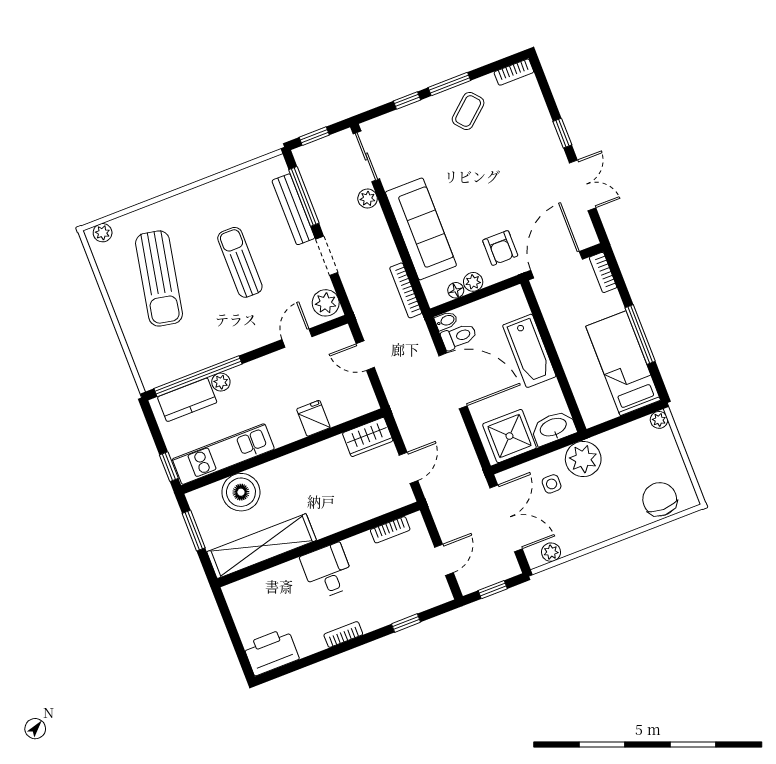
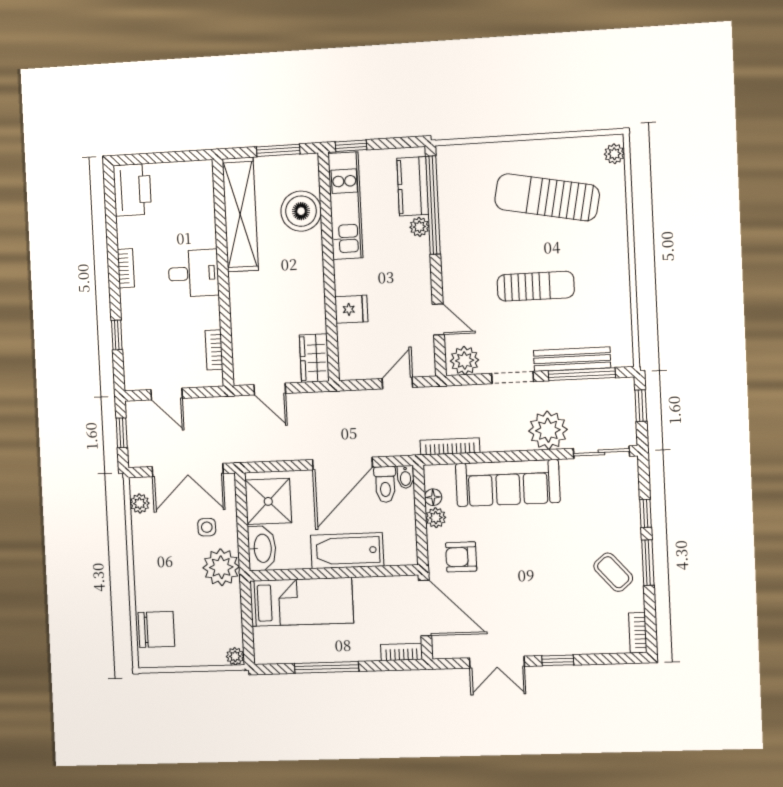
plant: (368, 199) -> (548, 430), width x1.88, depth x1.88
bed: (623, 363) -> (302, 602), moved

